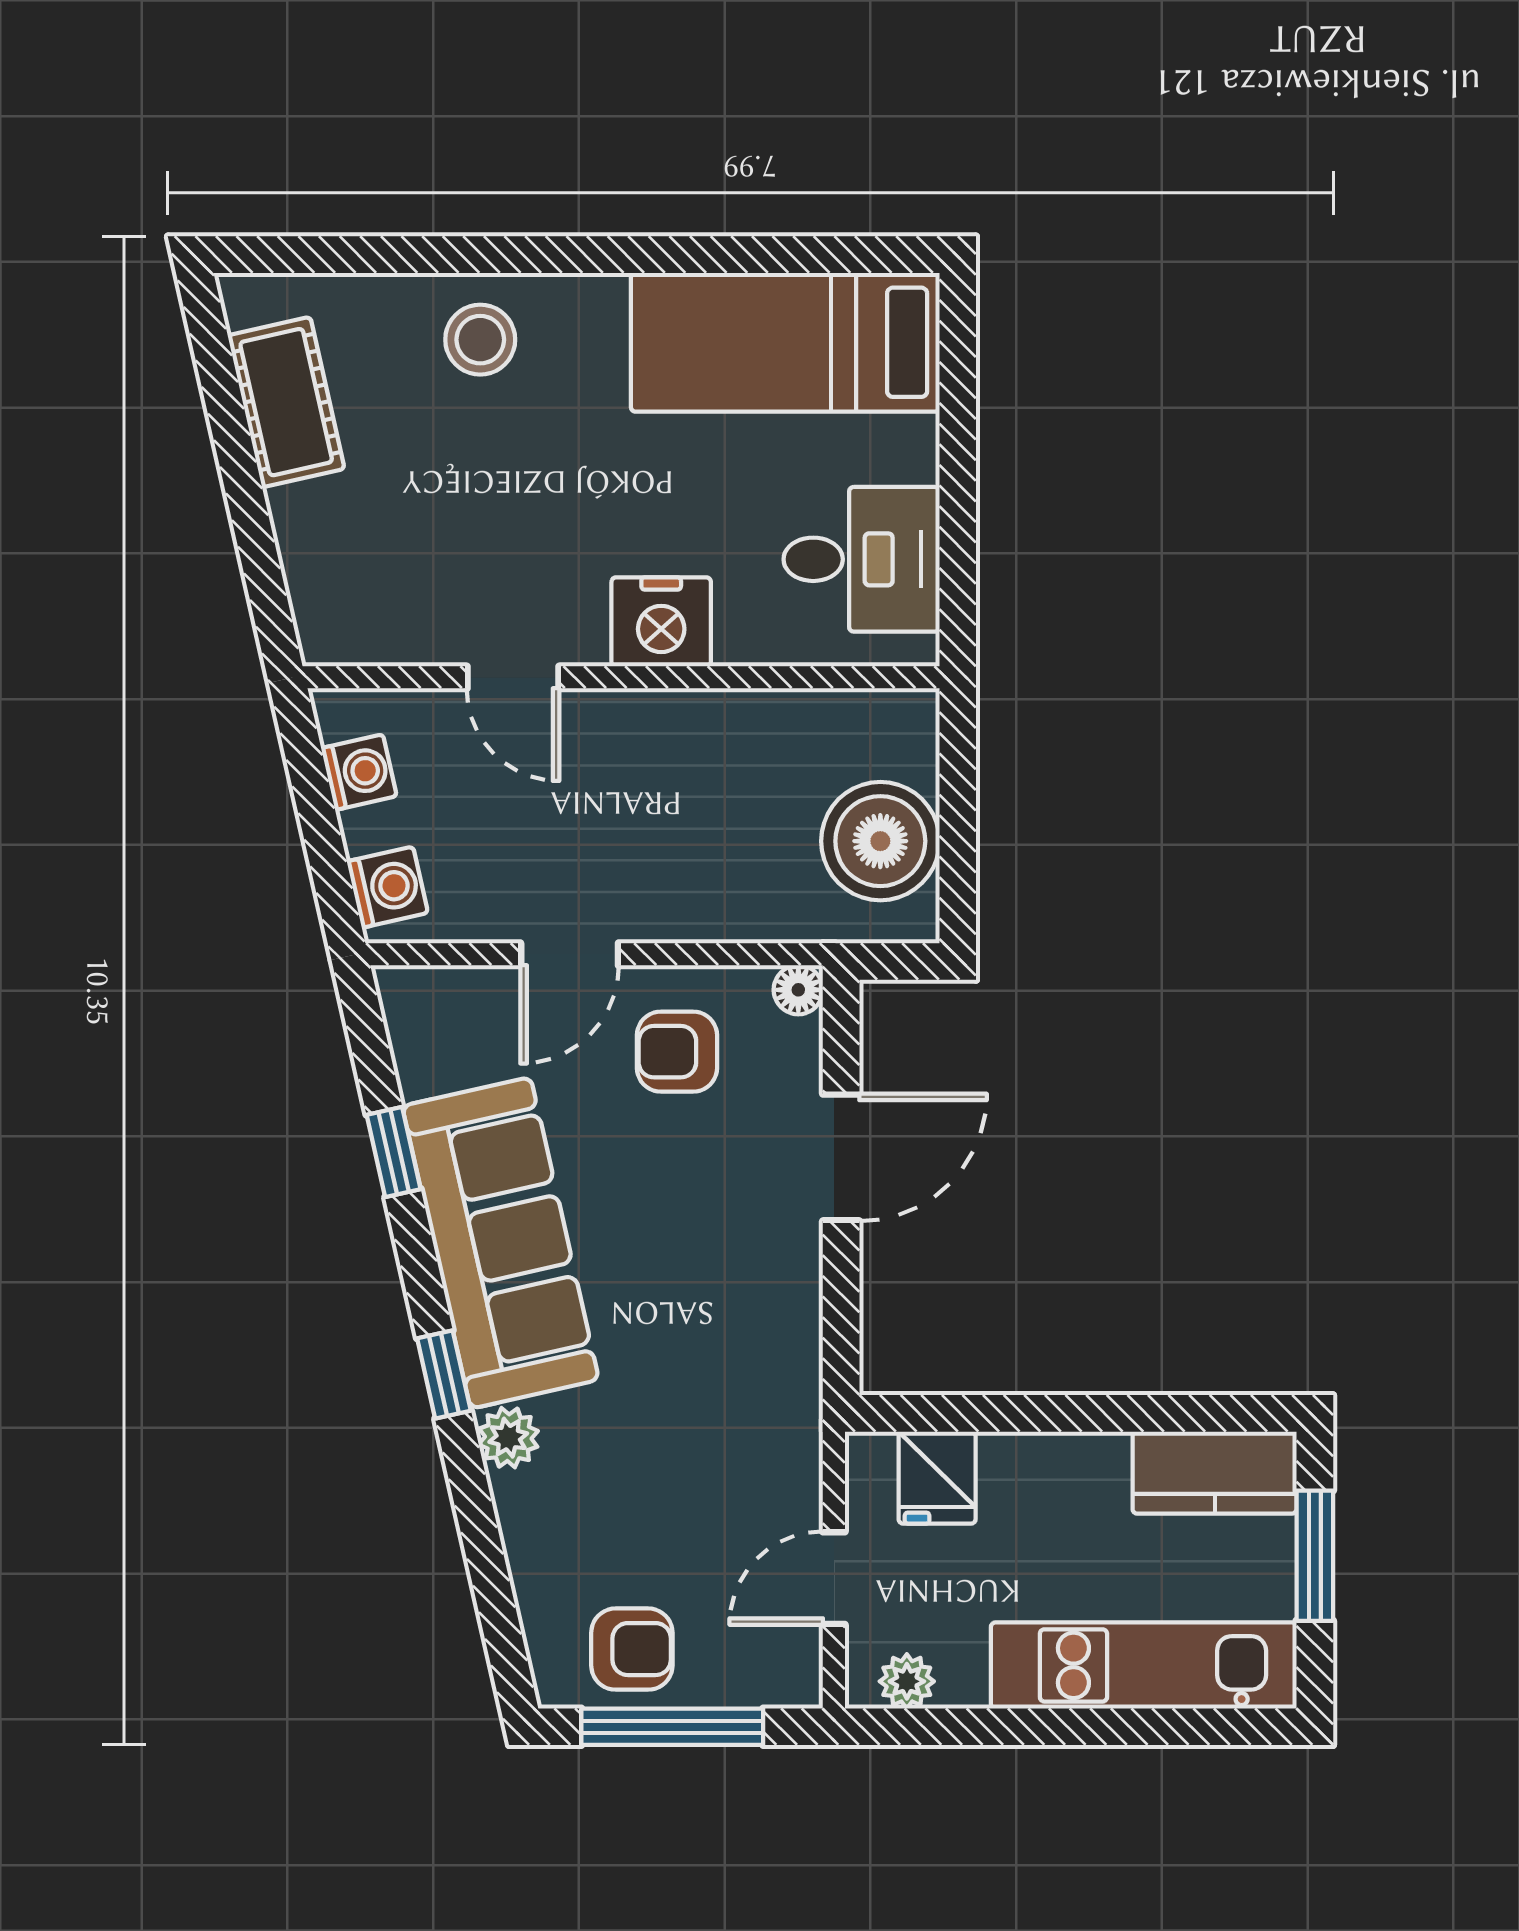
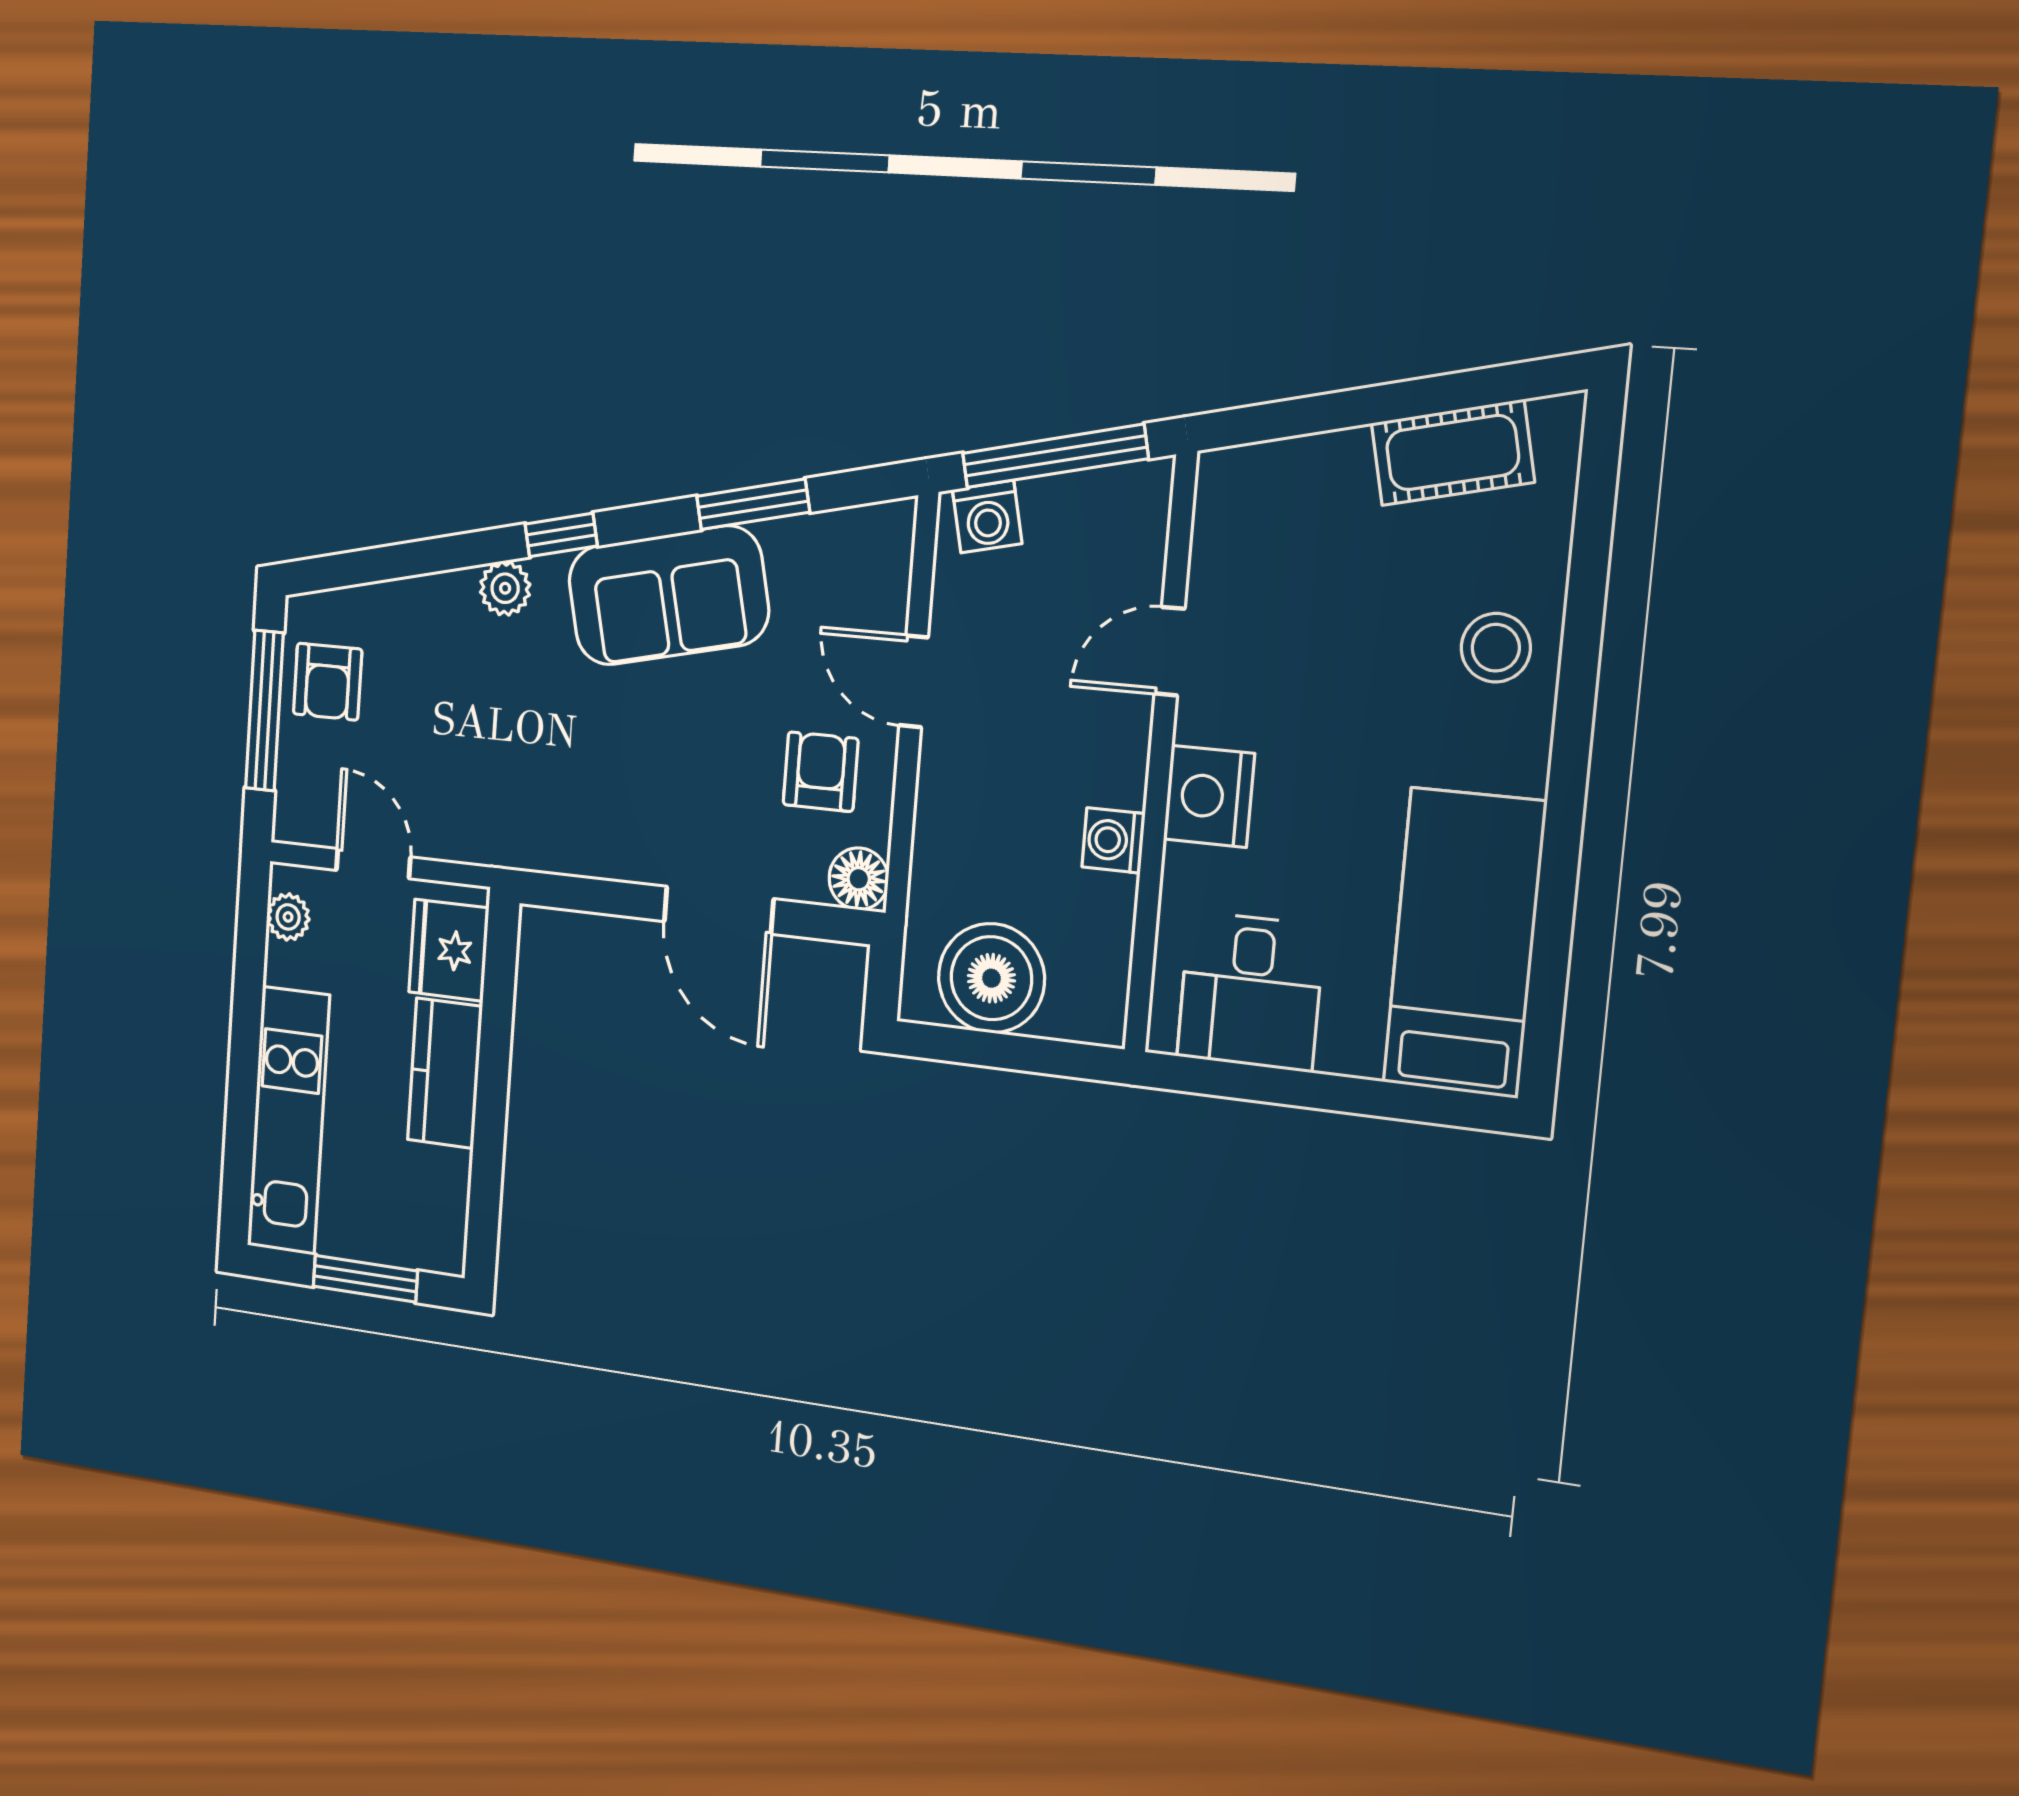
washing machine: (359, 772) -> (1113, 840), moved, turned 103
window: (318, 818) -> (1055, 456), added
floor lamp: (798, 990) -> (859, 879), width x1.37, depth x1.37
window: (394, 1152) -> (753, 504), width x1.50
sofa: (501, 1243) -> (668, 596), width x0.73
kitchen counter: (1215, 1473) -> (445, 1073), moved
fridge: (937, 1478) -> (449, 950), width x1.38

